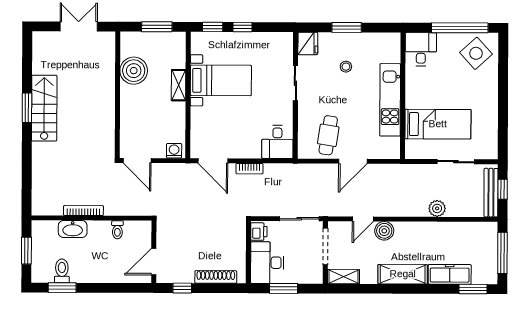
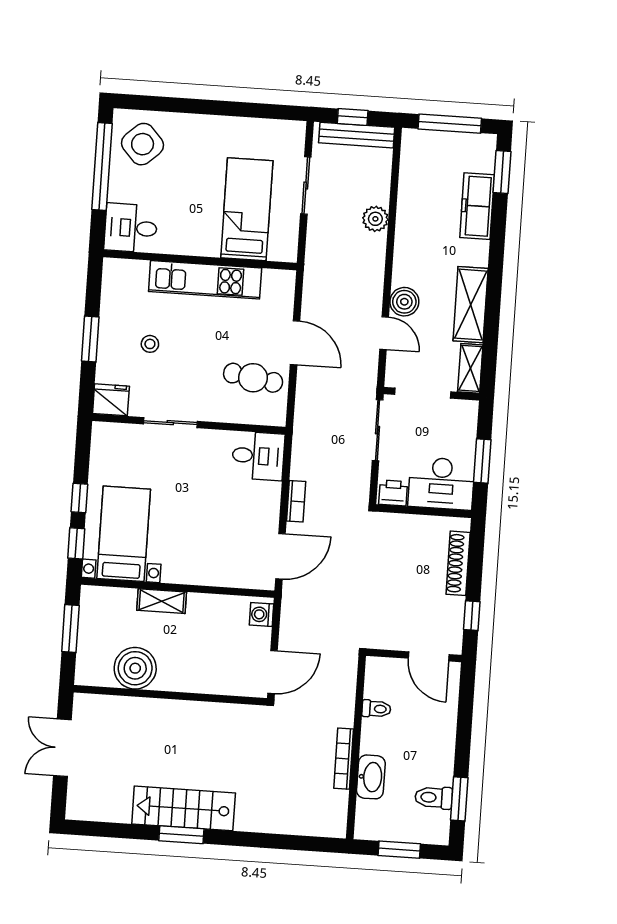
bed with nightstands: (221, 80) -> (124, 534), moved
shelving: (403, 274) -> (471, 305), moved

